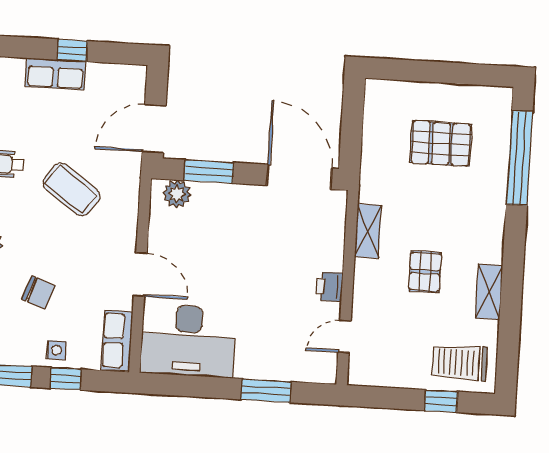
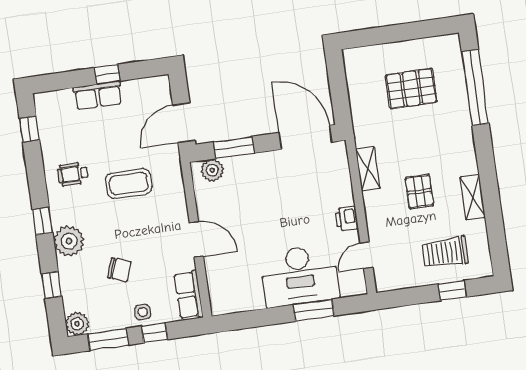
coffee table: (71, 189) -> (129, 183), turned -36
desk: (188, 341) -> (300, 276), moved
trolley: (460, 363) -> (445, 252), moved

